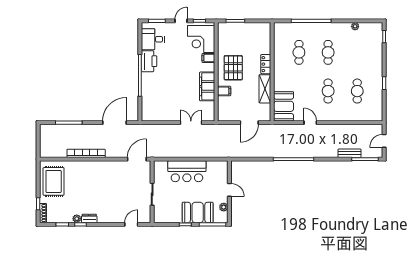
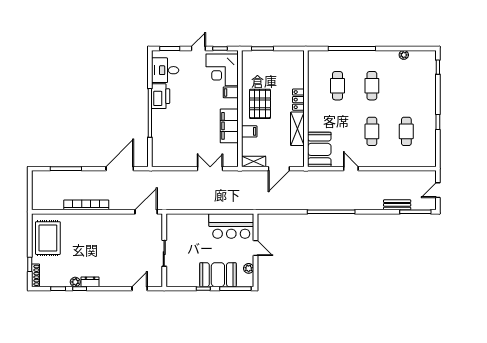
shelving: (228, 116) -> (254, 161), added
bar counter: (187, 171) -> (231, 226), moved

